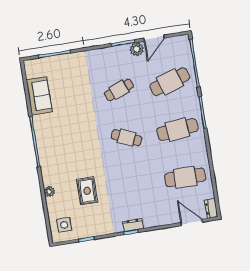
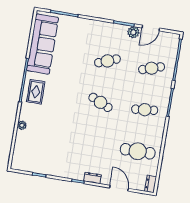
cafe table: (170, 82) -> (152, 68), width x0.73, depth x0.74
sofa: (39, 96) -> (43, 44), width x1.85, depth x1.27
cafe table: (177, 130) -> (145, 110), width x0.73, depth x0.74
rug: (87, 191) -> (36, 92), moved
door: (192, 222) -> (119, 188), moved
side table: (64, 225) -> (25, 157), removed
dresser: (133, 225) -> (92, 178), moved

